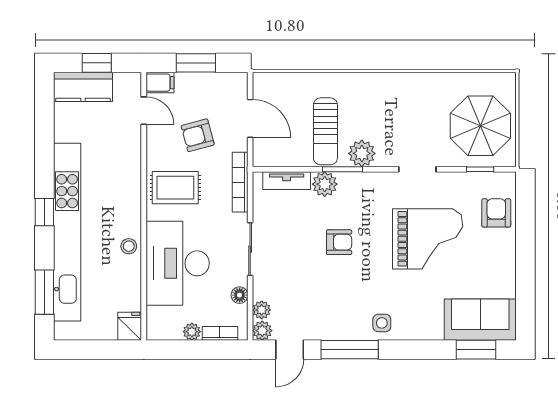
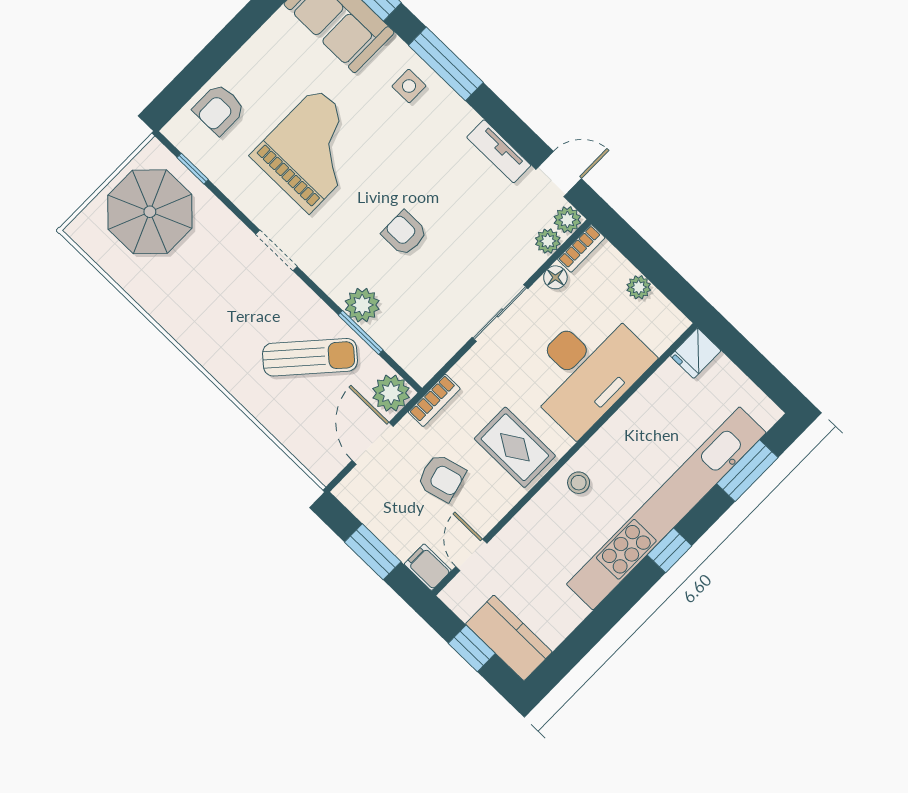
sun lounger: (325, 131) -> (310, 357), turned 42
plant: (362, 153) -> (391, 393), moved
window: (343, 169) -> (361, 333), moved
doorway: (417, 169) -> (276, 250), moved
tv unit: (287, 181) -> (499, 151), moved, turned 180
bookcase: (240, 182) -> (434, 400), width x0.64
grand piano: (428, 239) -> (313, 150), turned 90
stool: (129, 246) -> (579, 483), moved
side table: (382, 323) -> (409, 86), moved
bookcase: (220, 333) -> (581, 248), moved, turned -90
window: (350, 350) -> (446, 64), moved

